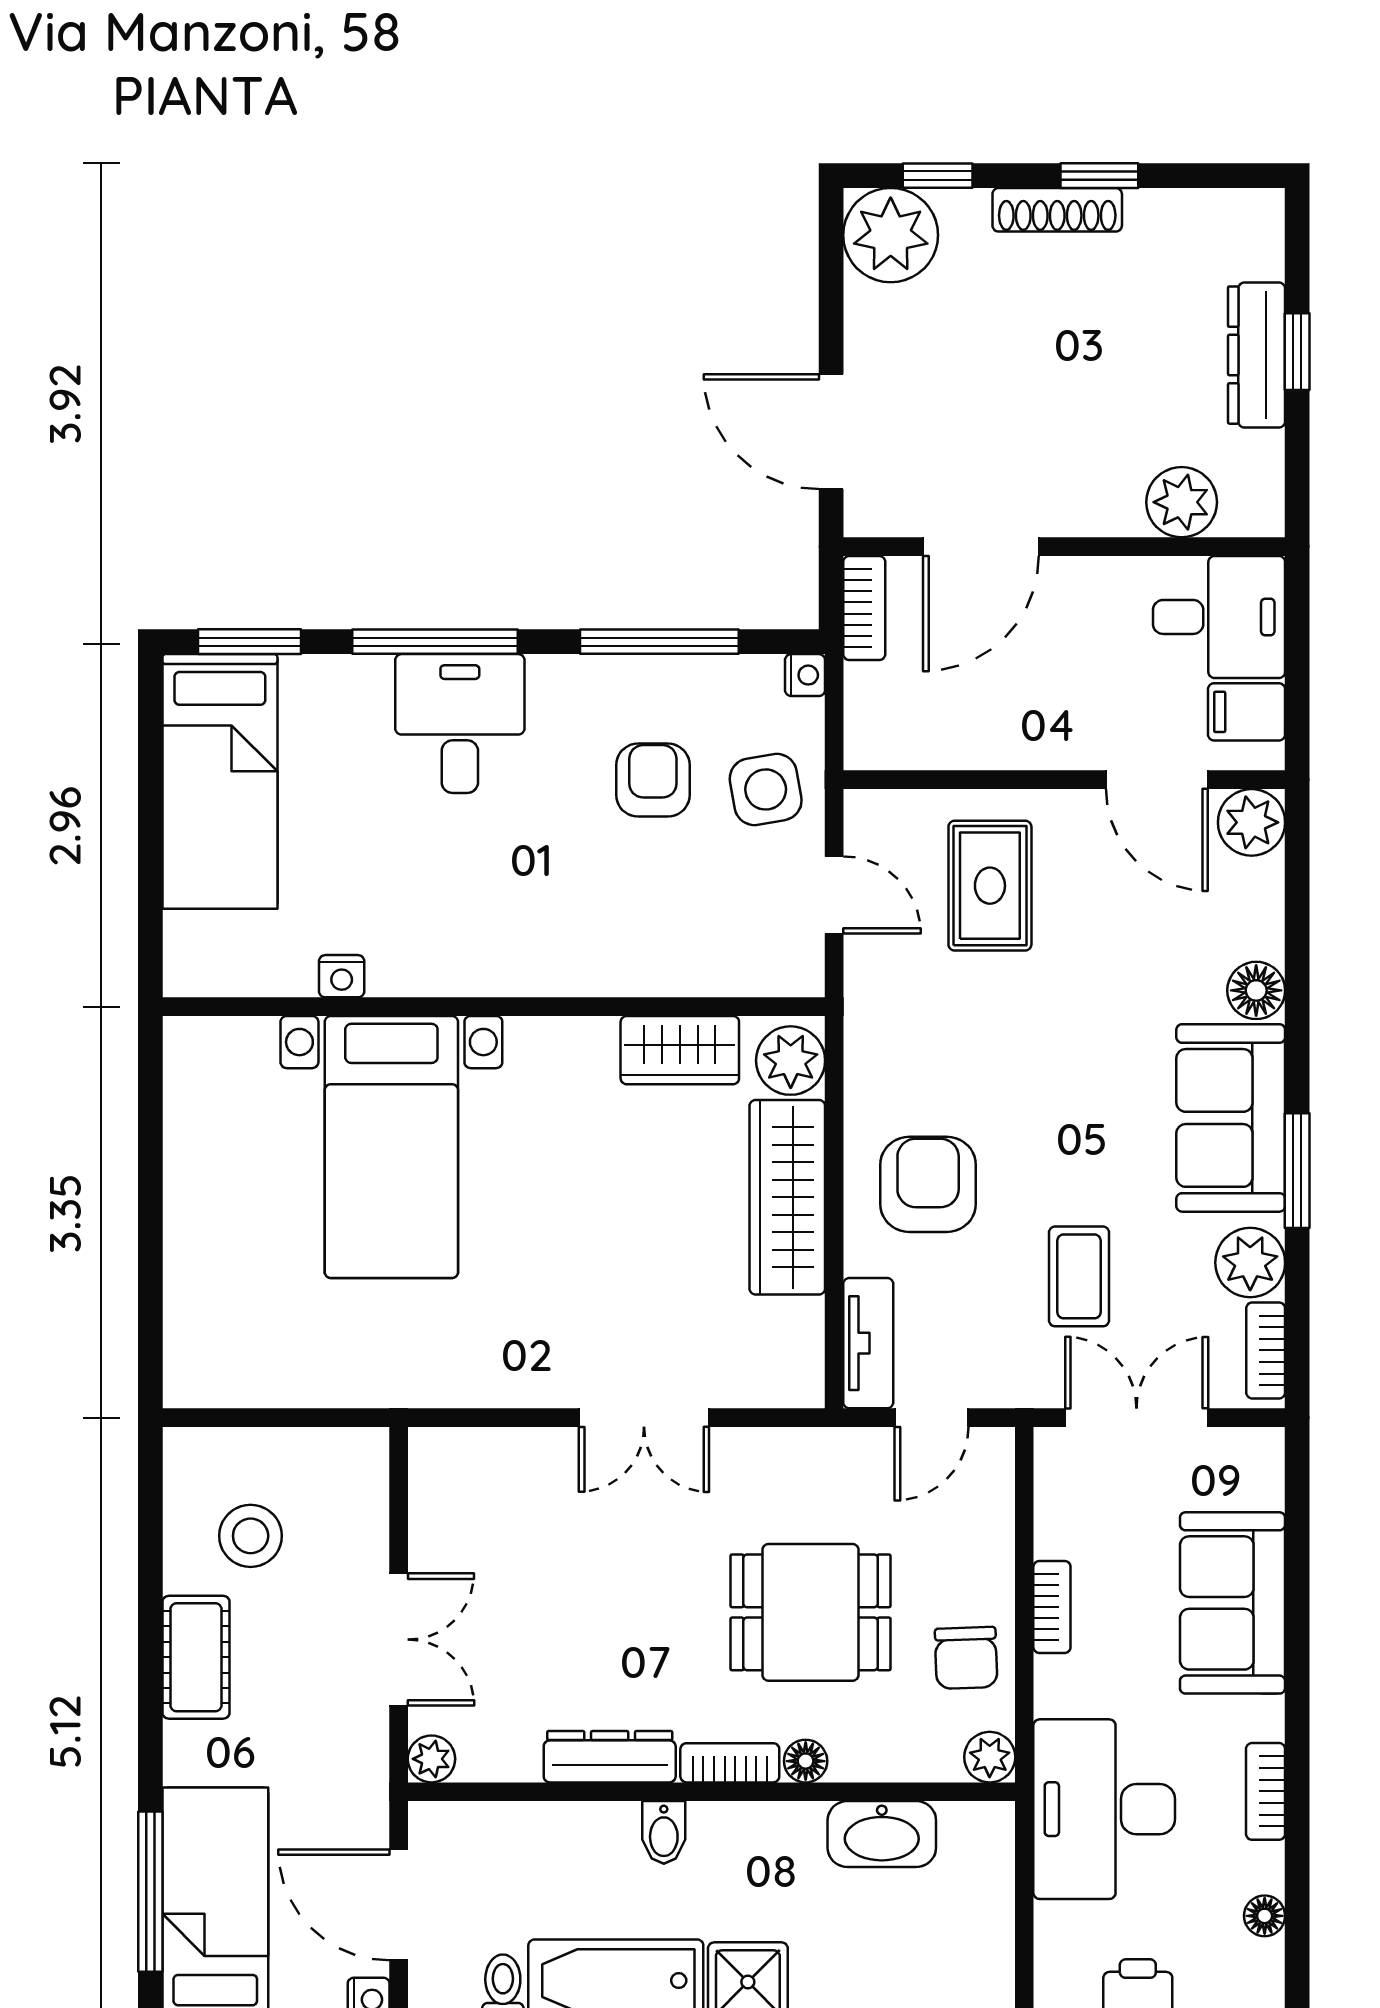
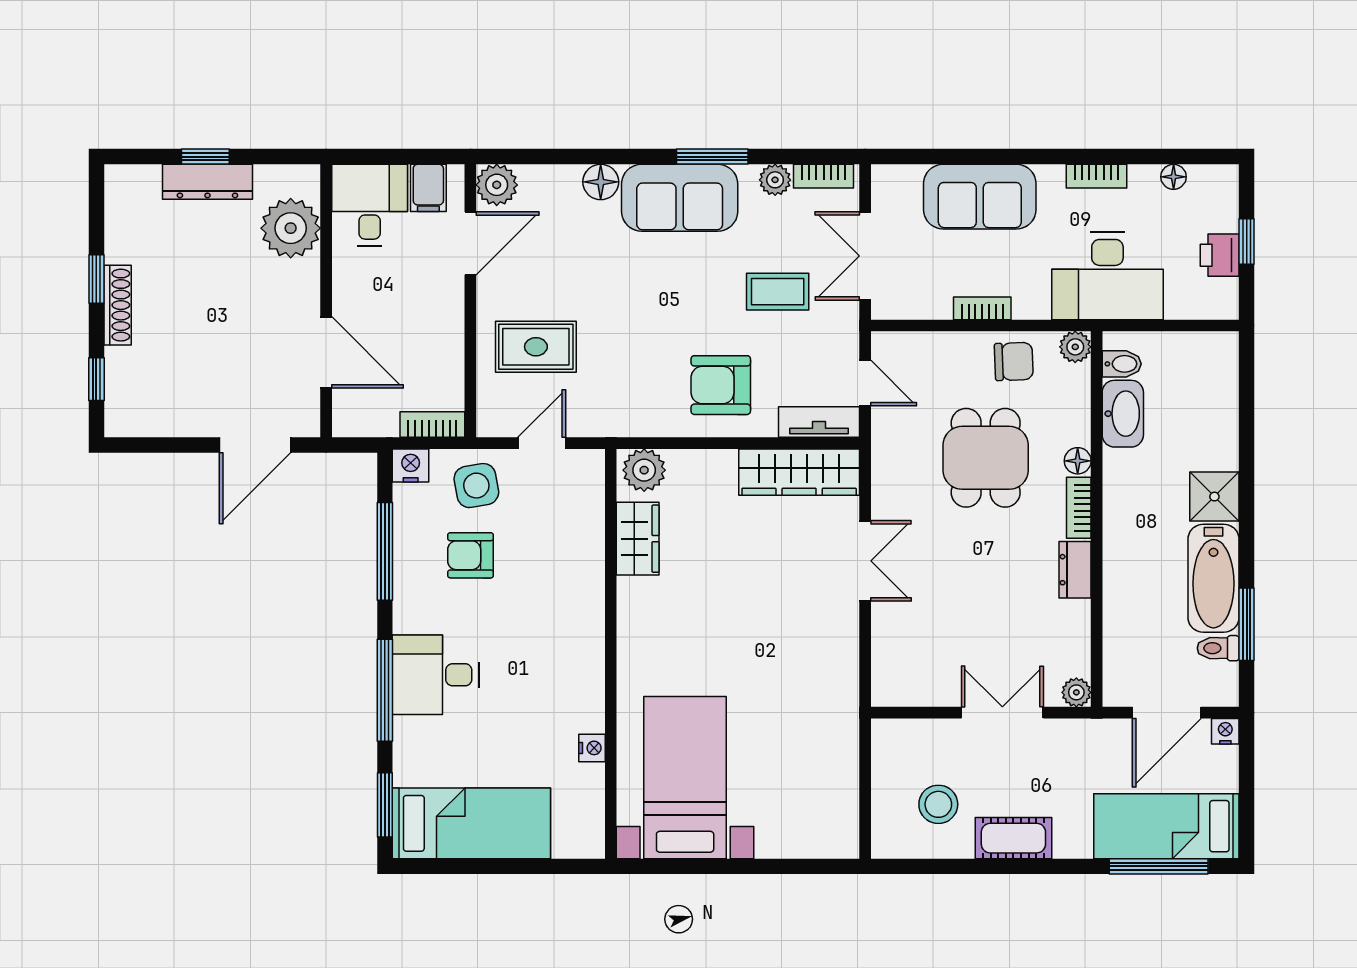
plant: (891, 235) -> (133, 408), removed
plant: (1182, 502) -> (291, 228), width x1.36, depth x1.36
bookcase: (864, 608) -> (432, 425), moved
nightstand: (805, 675) -> (411, 466), width x1.39, depth x1.35
bed with nightstands: (391, 1147) -> (685, 778), moved, turned -90
wardrobe: (787, 1197) -> (799, 472), moved
plant: (1250, 1263) -> (775, 180), width x0.73, depth x0.73
dresser: (610, 1757) -> (1075, 570), width x0.70
bidet: (664, 1832) -> (1122, 364), moved

